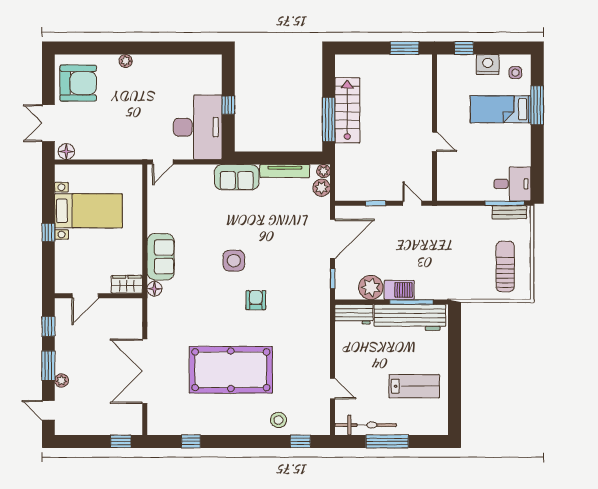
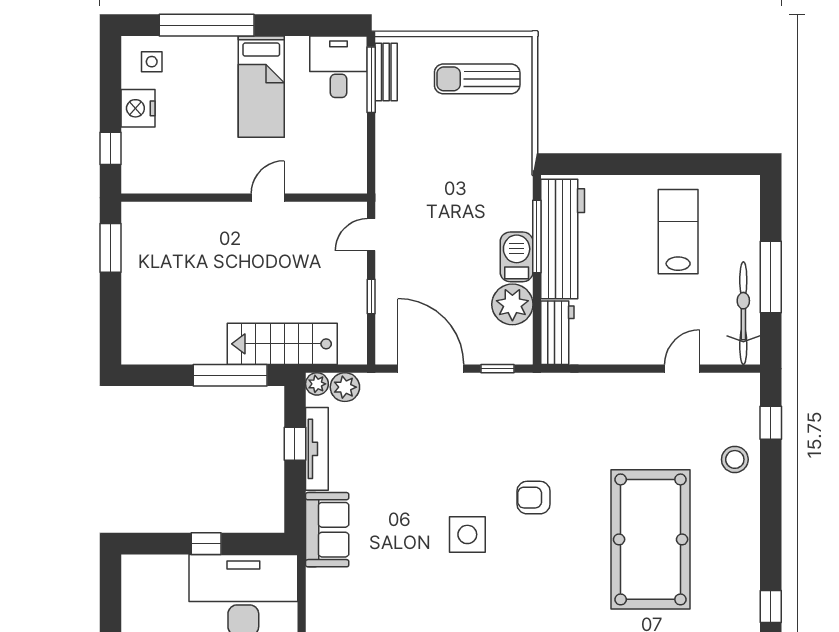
window: (537, 105) -> (207, 25), width x1.46
bed: (501, 109) -> (261, 87), moved
stairs: (347, 110) -> (282, 344), moved
window: (288, 158) -> (295, 444), added

